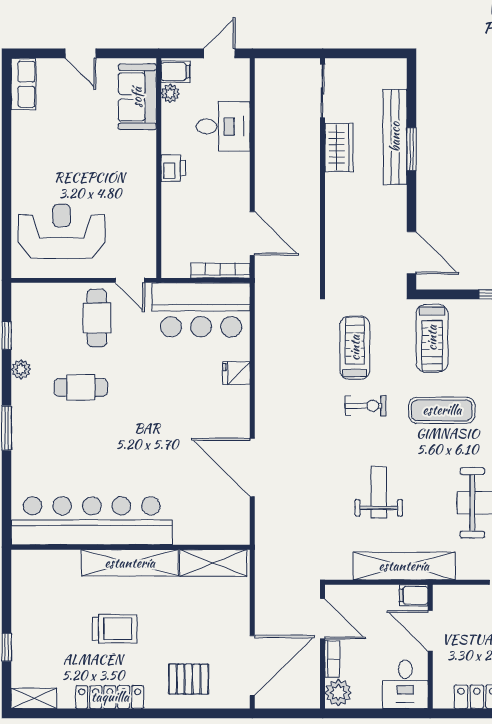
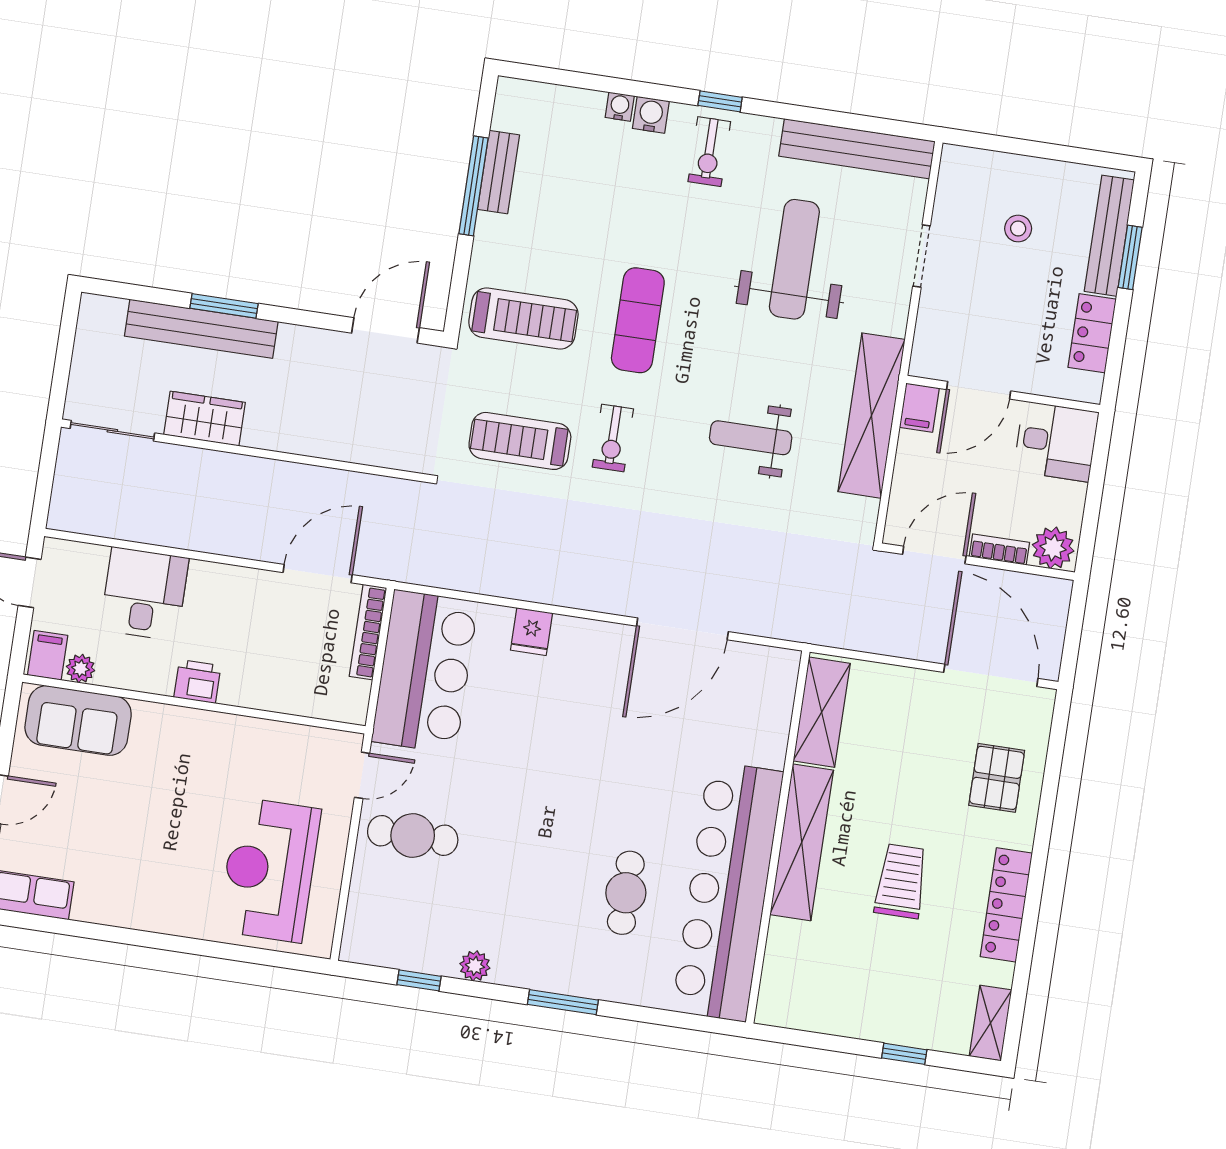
cafe table: (81, 387) -> (626, 893), moved
exercise bike: (366, 406) -> (613, 438), turned 180

